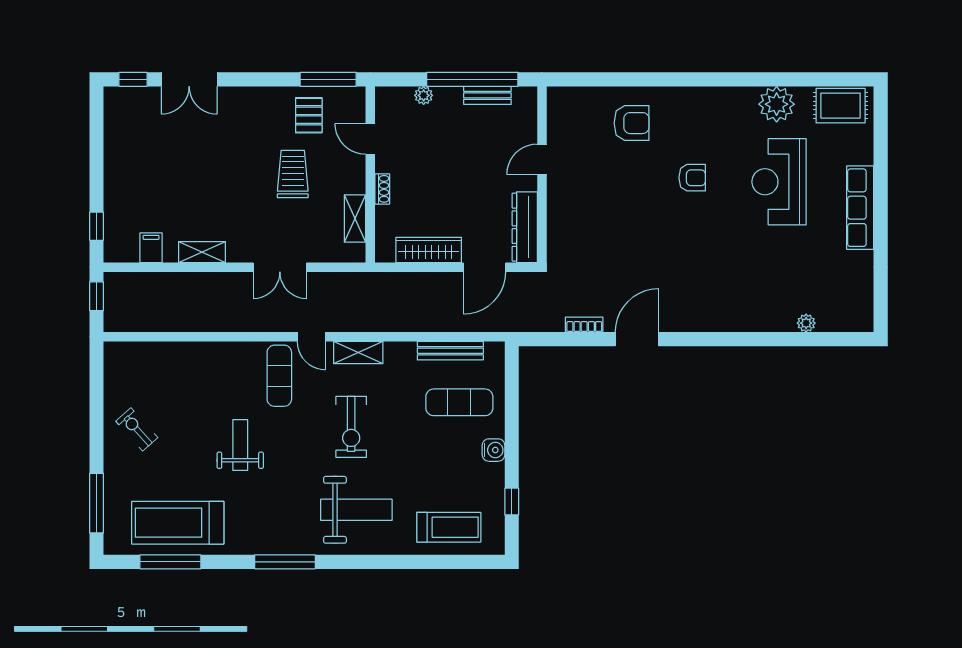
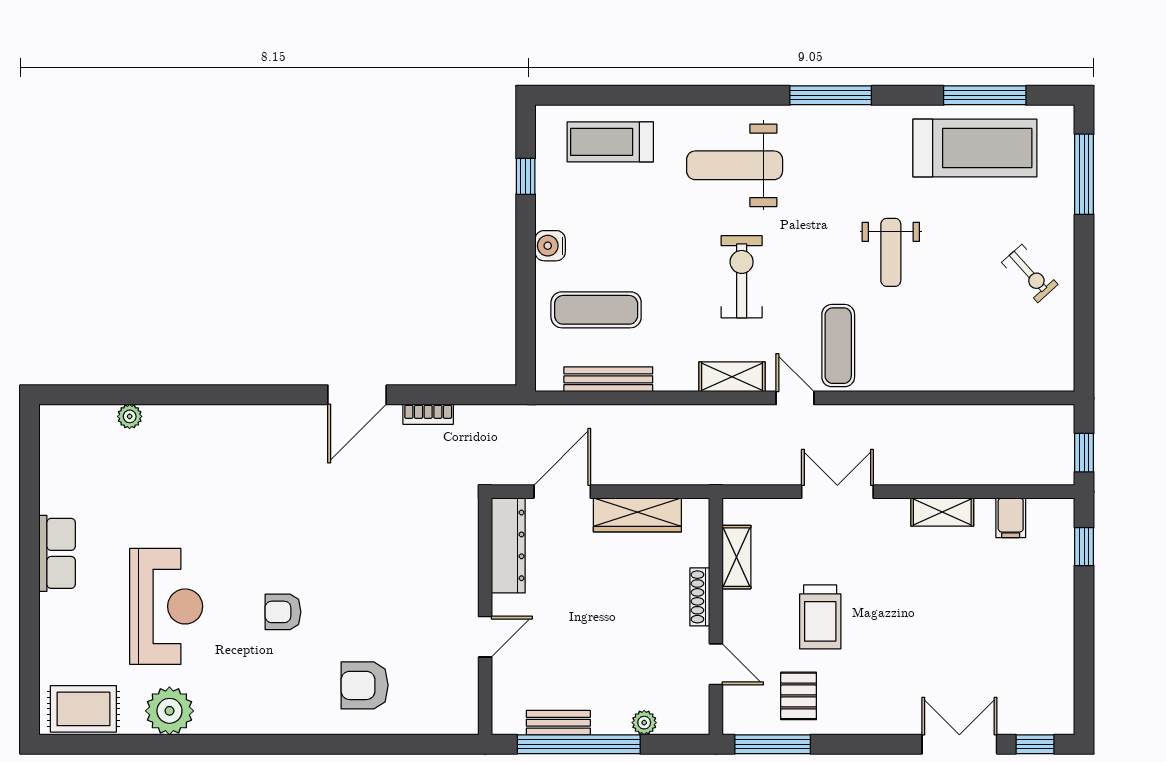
shoe rack: (382, 189) -> (700, 597), width x1.43
row of seats: (860, 208) -> (57, 553), width x0.68

